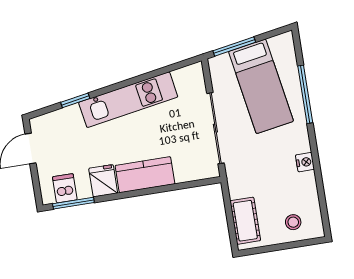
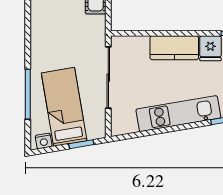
window: (234, 46) -> (81, 144), width x0.67
nightstand: (305, 162) -> (44, 141), moved, turned -100

